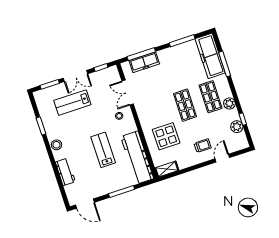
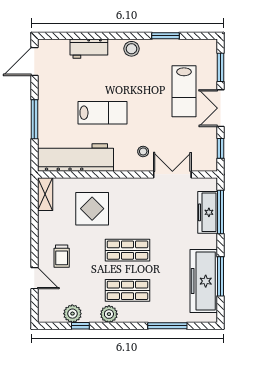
freezer: (210, 56) -> (204, 281), moved, turned -90
lab bench: (72, 103) -> (184, 91), turned 180

